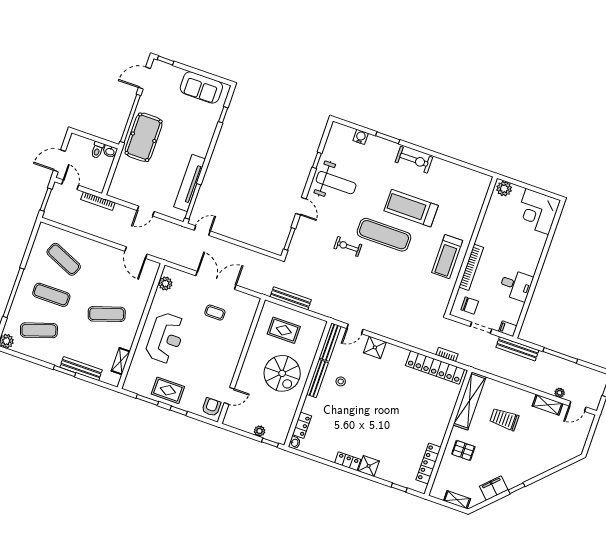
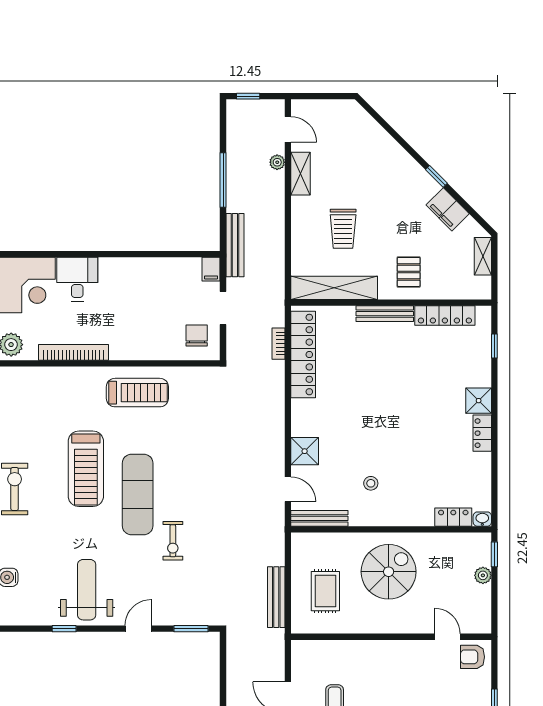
bookcase: (471, 267) -> (74, 352), moved
desk: (516, 285) -> (77, 279), moved
bench: (317, 378) -> (385, 314), moved

